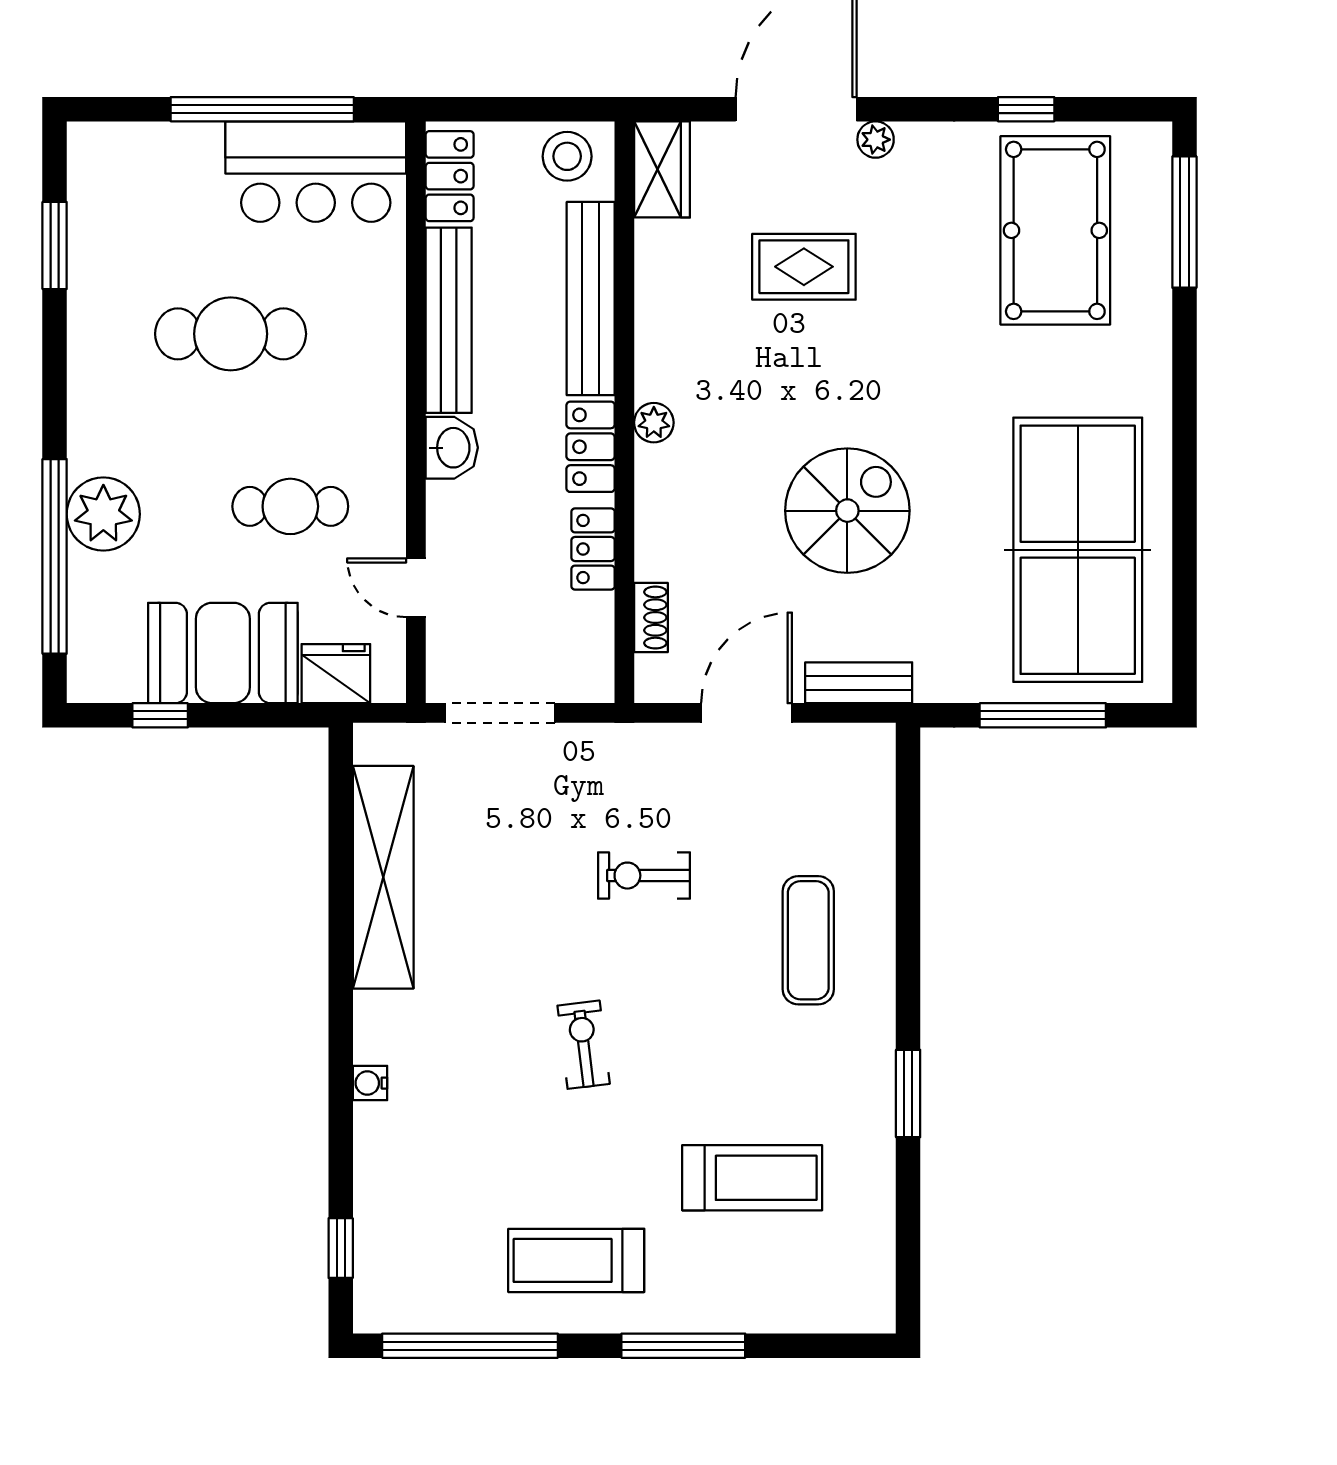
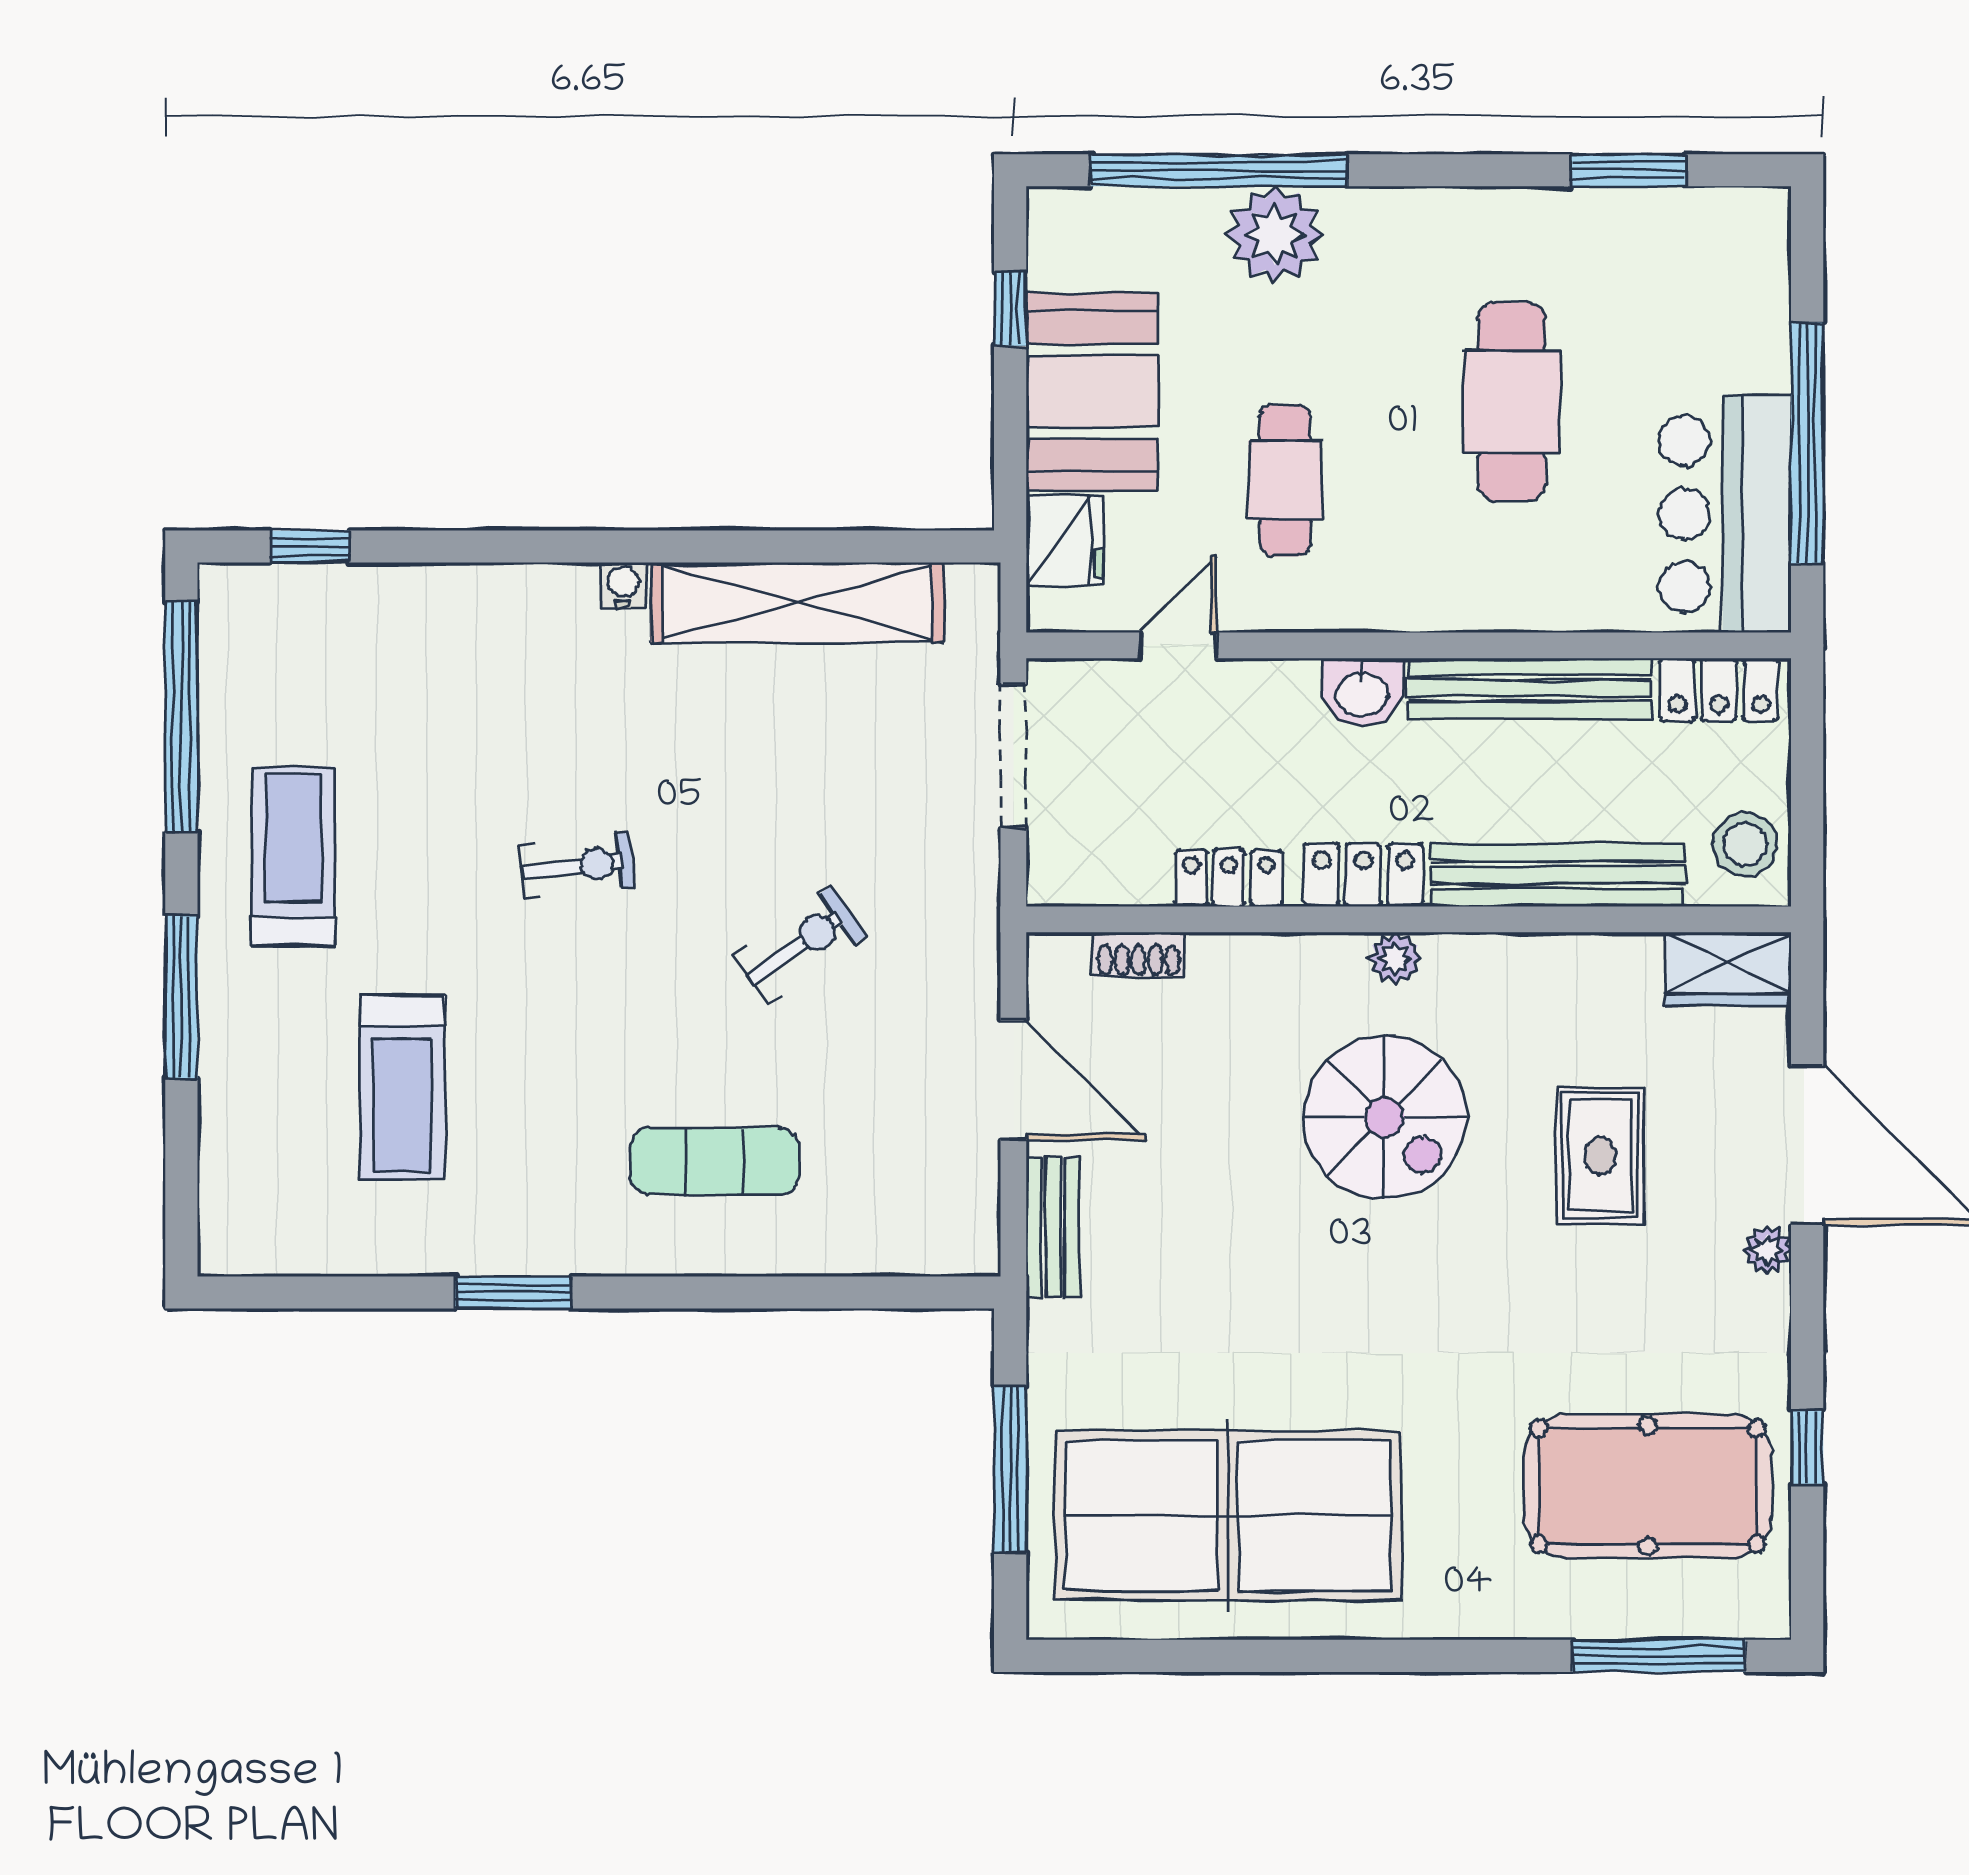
spiral stairs: (847, 511) -> (1384, 1118), moved
exercise bike: (644, 876) -> (800, 945), turned 55
water cooler: (370, 1083) -> (623, 585), moved

